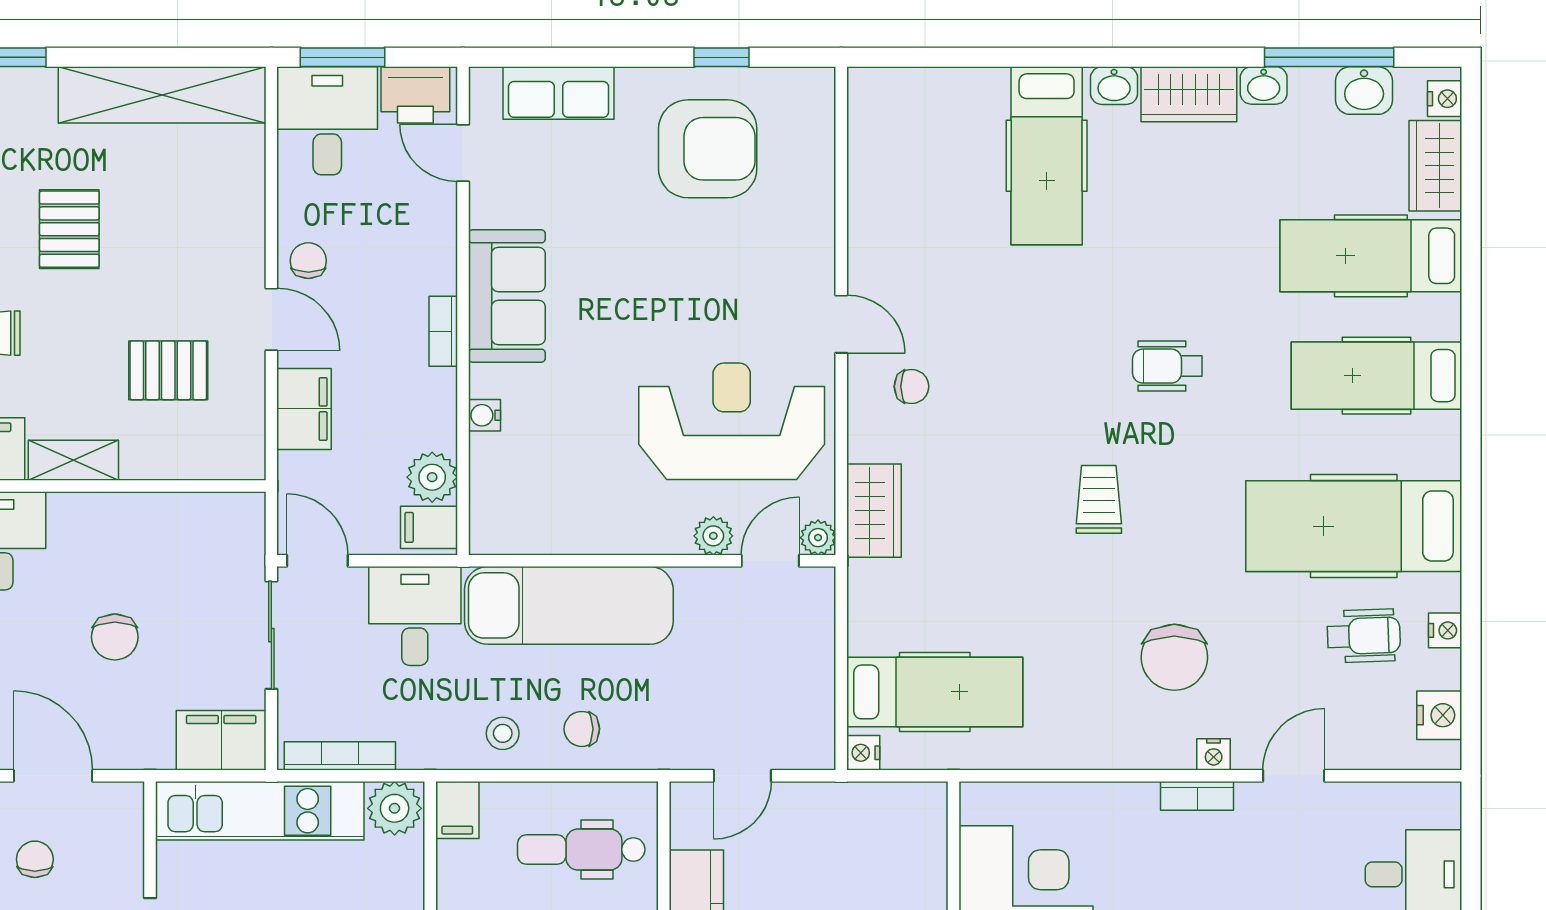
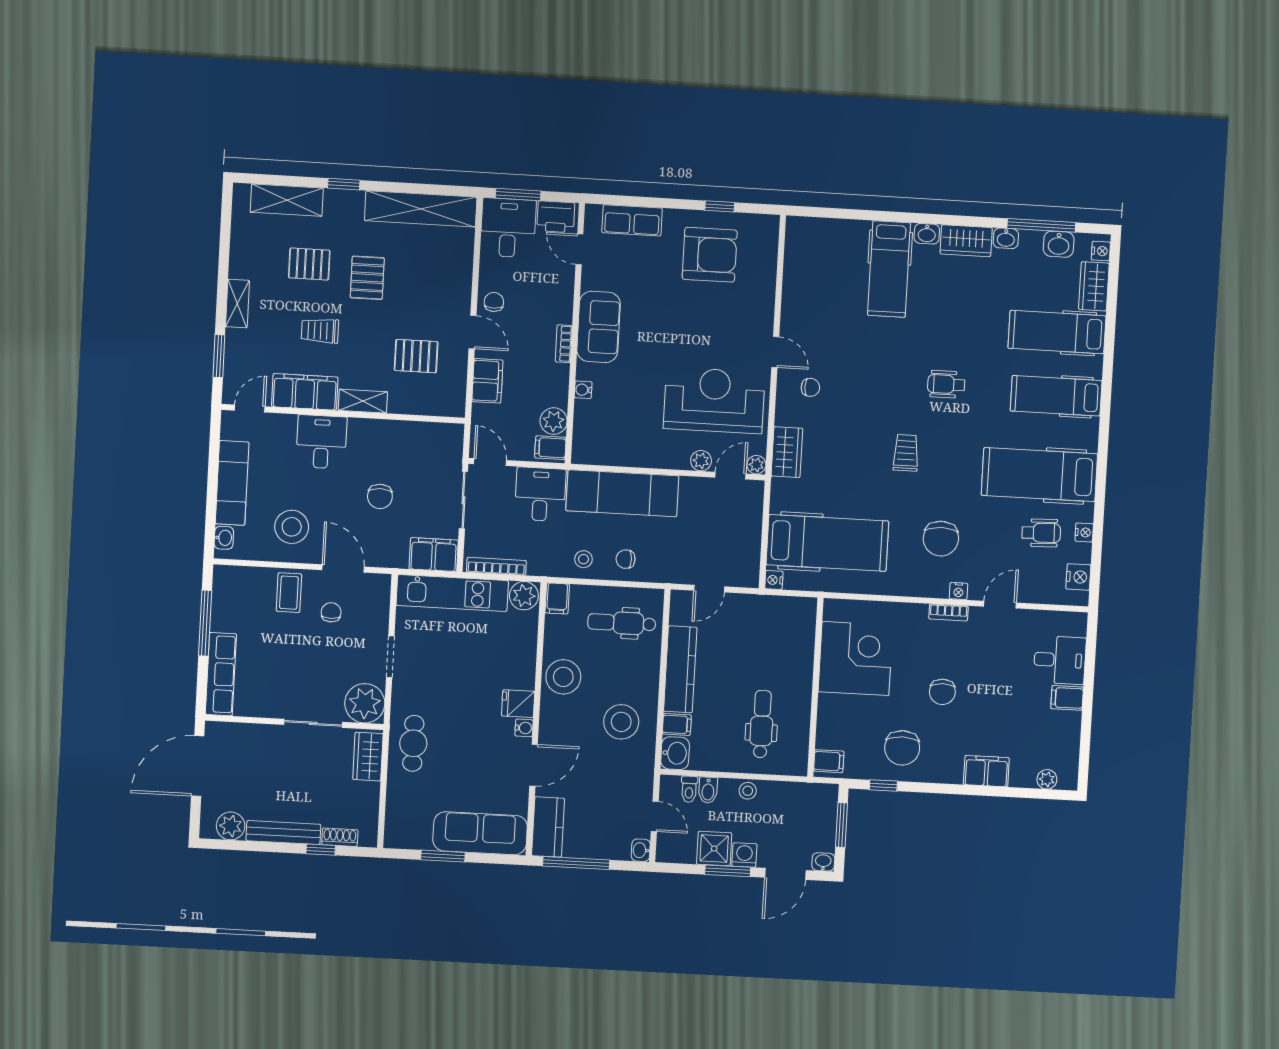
hospital bed: (935, 692) -> (827, 543), width x1.37, depth x1.29

